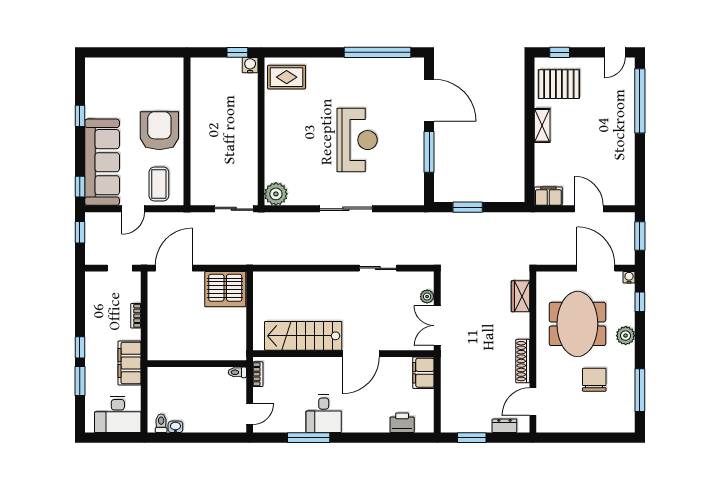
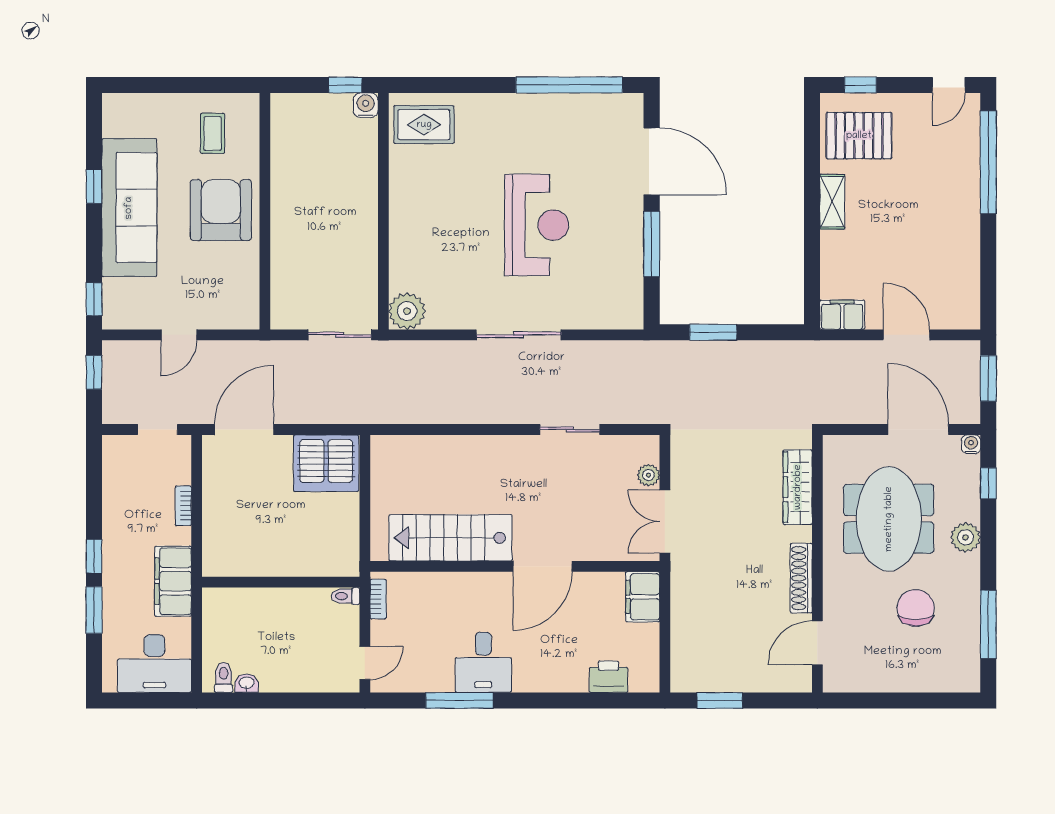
sofa: (102, 162) -> (129, 208), moved
coffee table: (159, 184) -> (213, 133), moved, width x0.73, depth x0.77
wardrobe: (520, 296) -> (798, 487), width x1.50
dresser: (504, 426) -> (772, 682), removed

